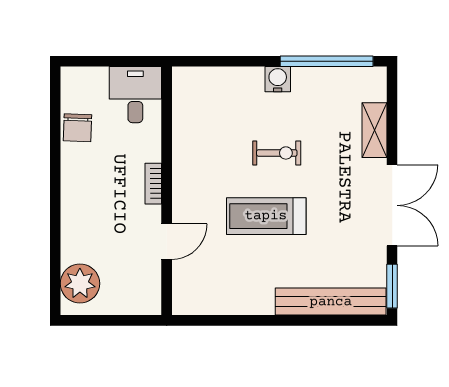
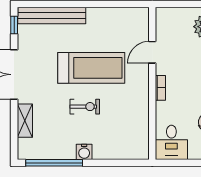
exercise bike: (277, 153) -> (85, 107), turned 180
treadmill: (266, 216) -> (91, 68), width x1.37, depth x1.38
window: (392, 286) -> (14, 25), width x0.67

